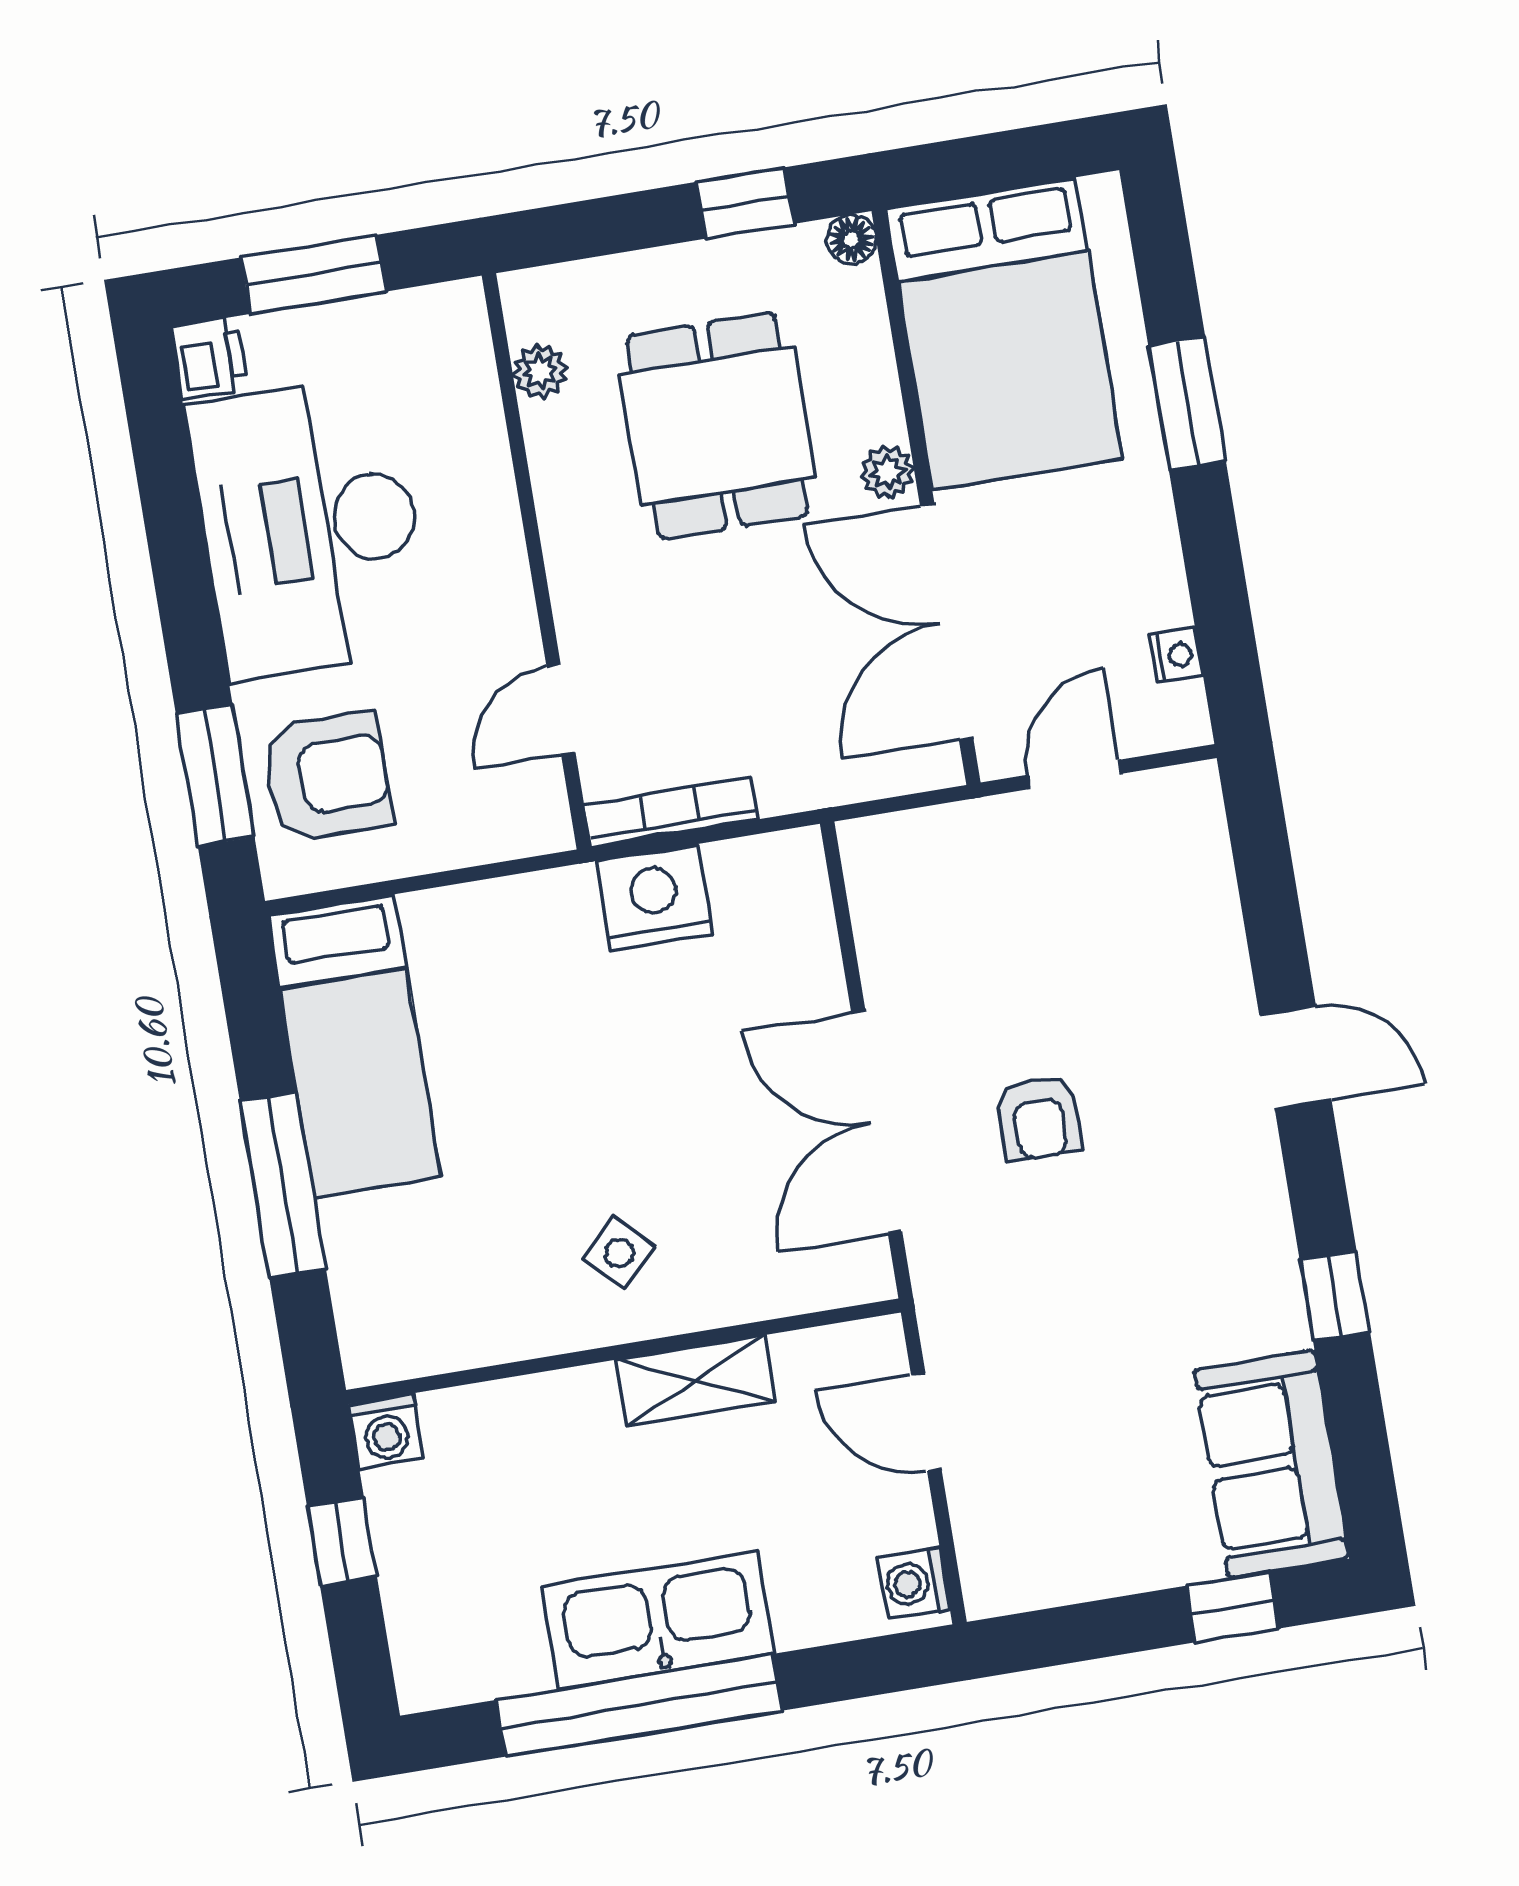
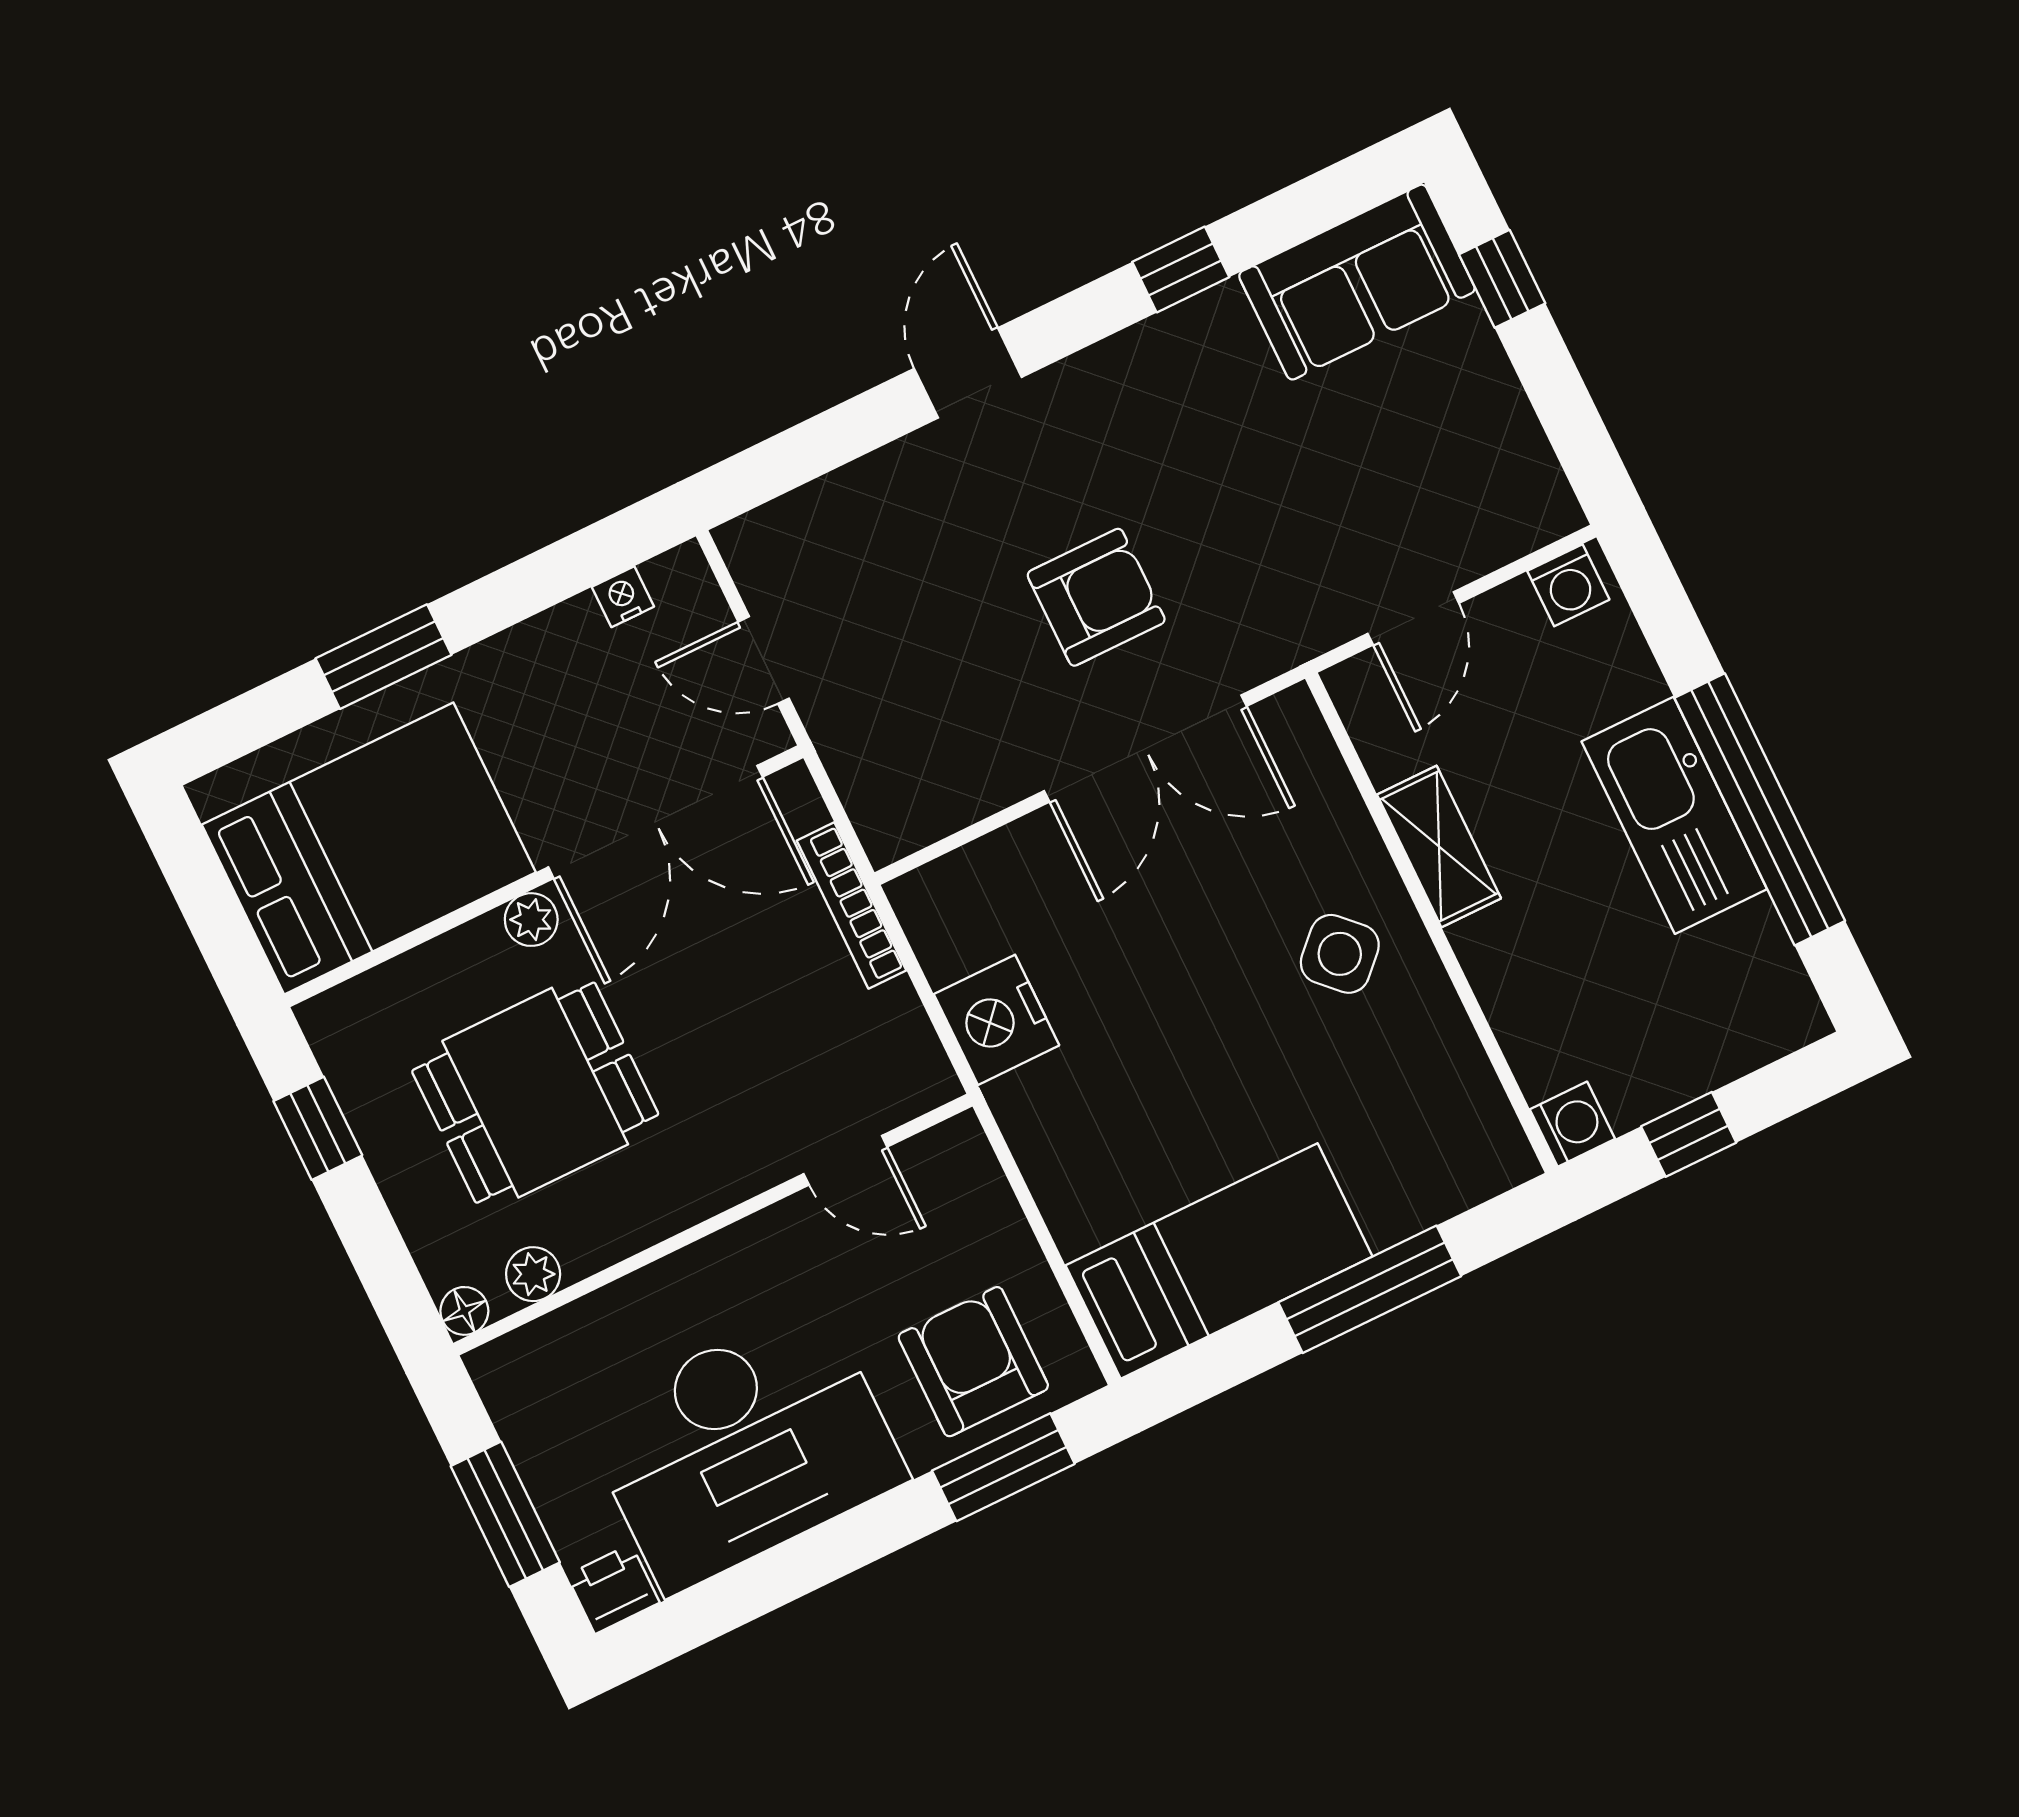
floor lamp: (851, 239) -> (464, 1311), moved
bookcase: (670, 812) -> (851, 905), moved
armchair: (1039, 1118) -> (1096, 597), width x1.38, depth x1.38
side table: (620, 1253) -> (1340, 954), width x1.37, depth x1.37

